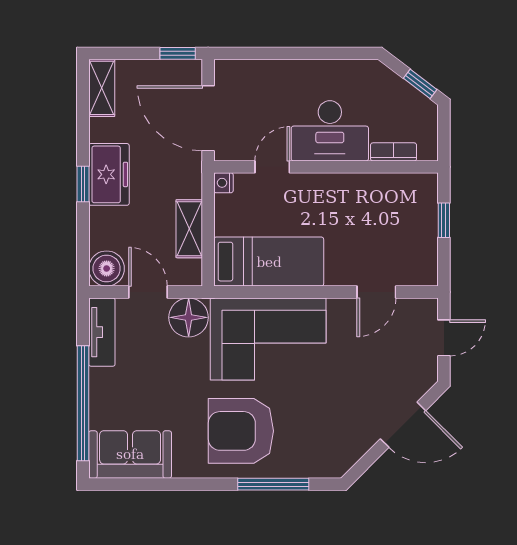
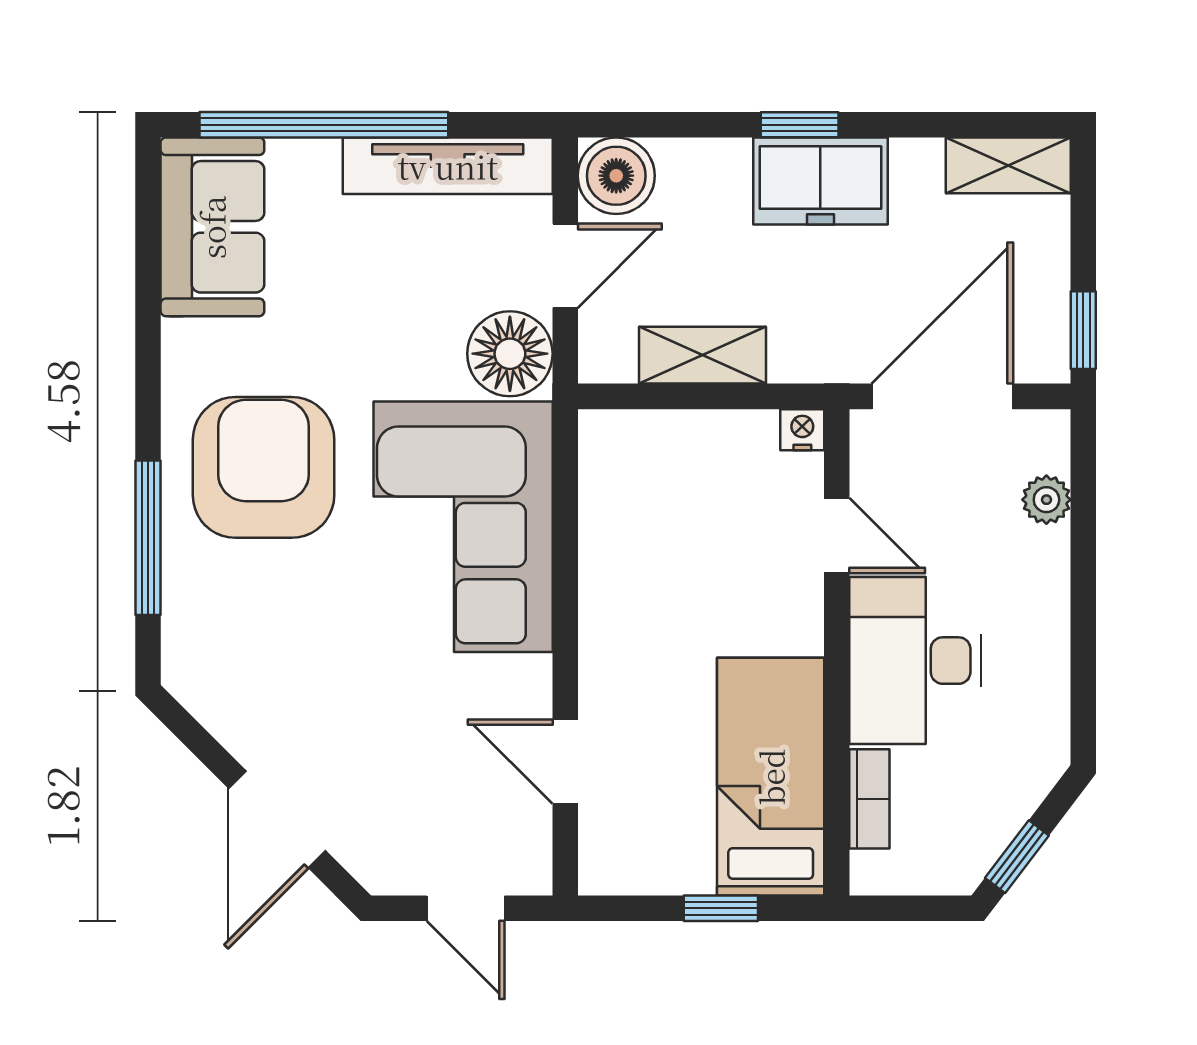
plant: (256, 70) -> (1046, 500), added
bed: (269, 262) -> (771, 777), moved, turned 180
tv unit: (102, 332) -> (448, 166), width x1.41

